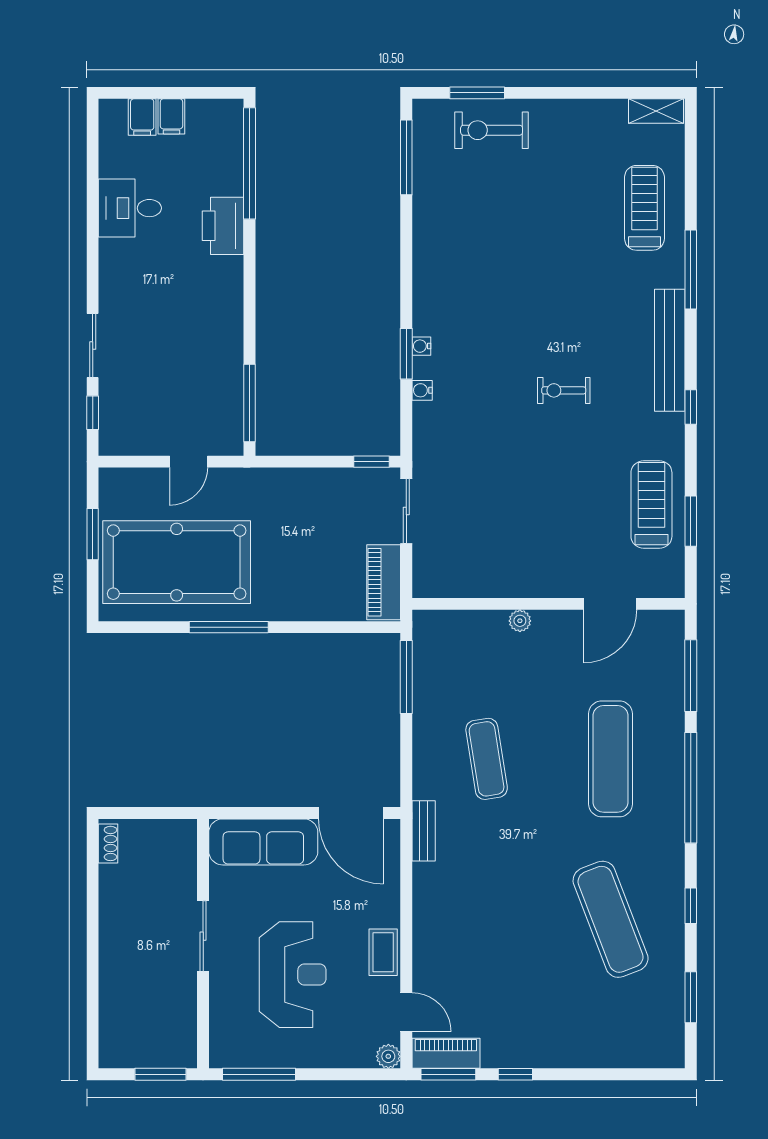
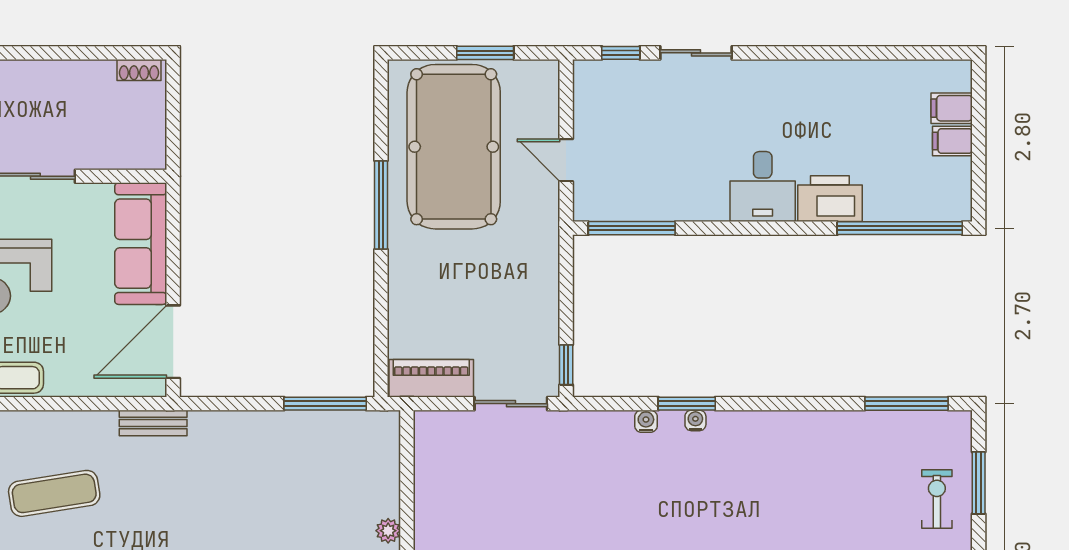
exercise bike: (492, 130) -> (937, 499), width x0.73, depth x0.72
desk: (130, 208) -> (763, 187), moved, turned 180
exercise mat: (487, 759) -> (54, 493), moved

